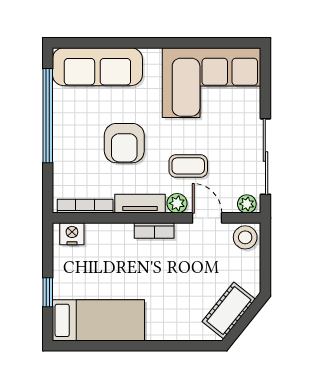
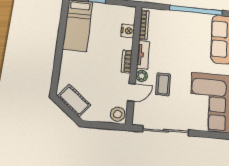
armchair: (124, 143) -> (178, 50), removed
plant: (247, 204) -> (138, 117), removed
nightstand: (72, 234) -> (128, 31), moved

